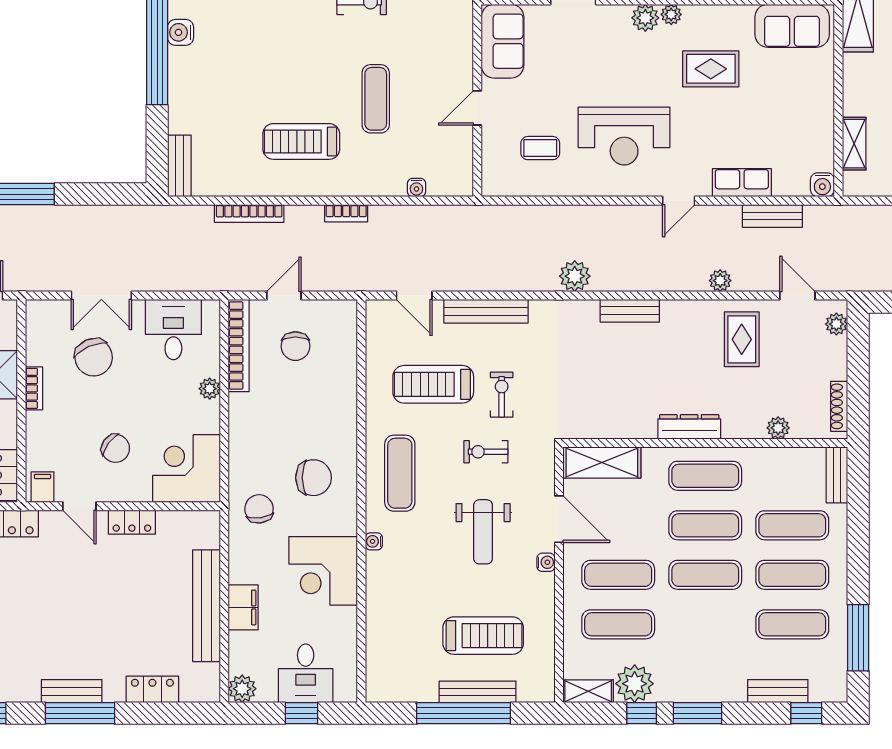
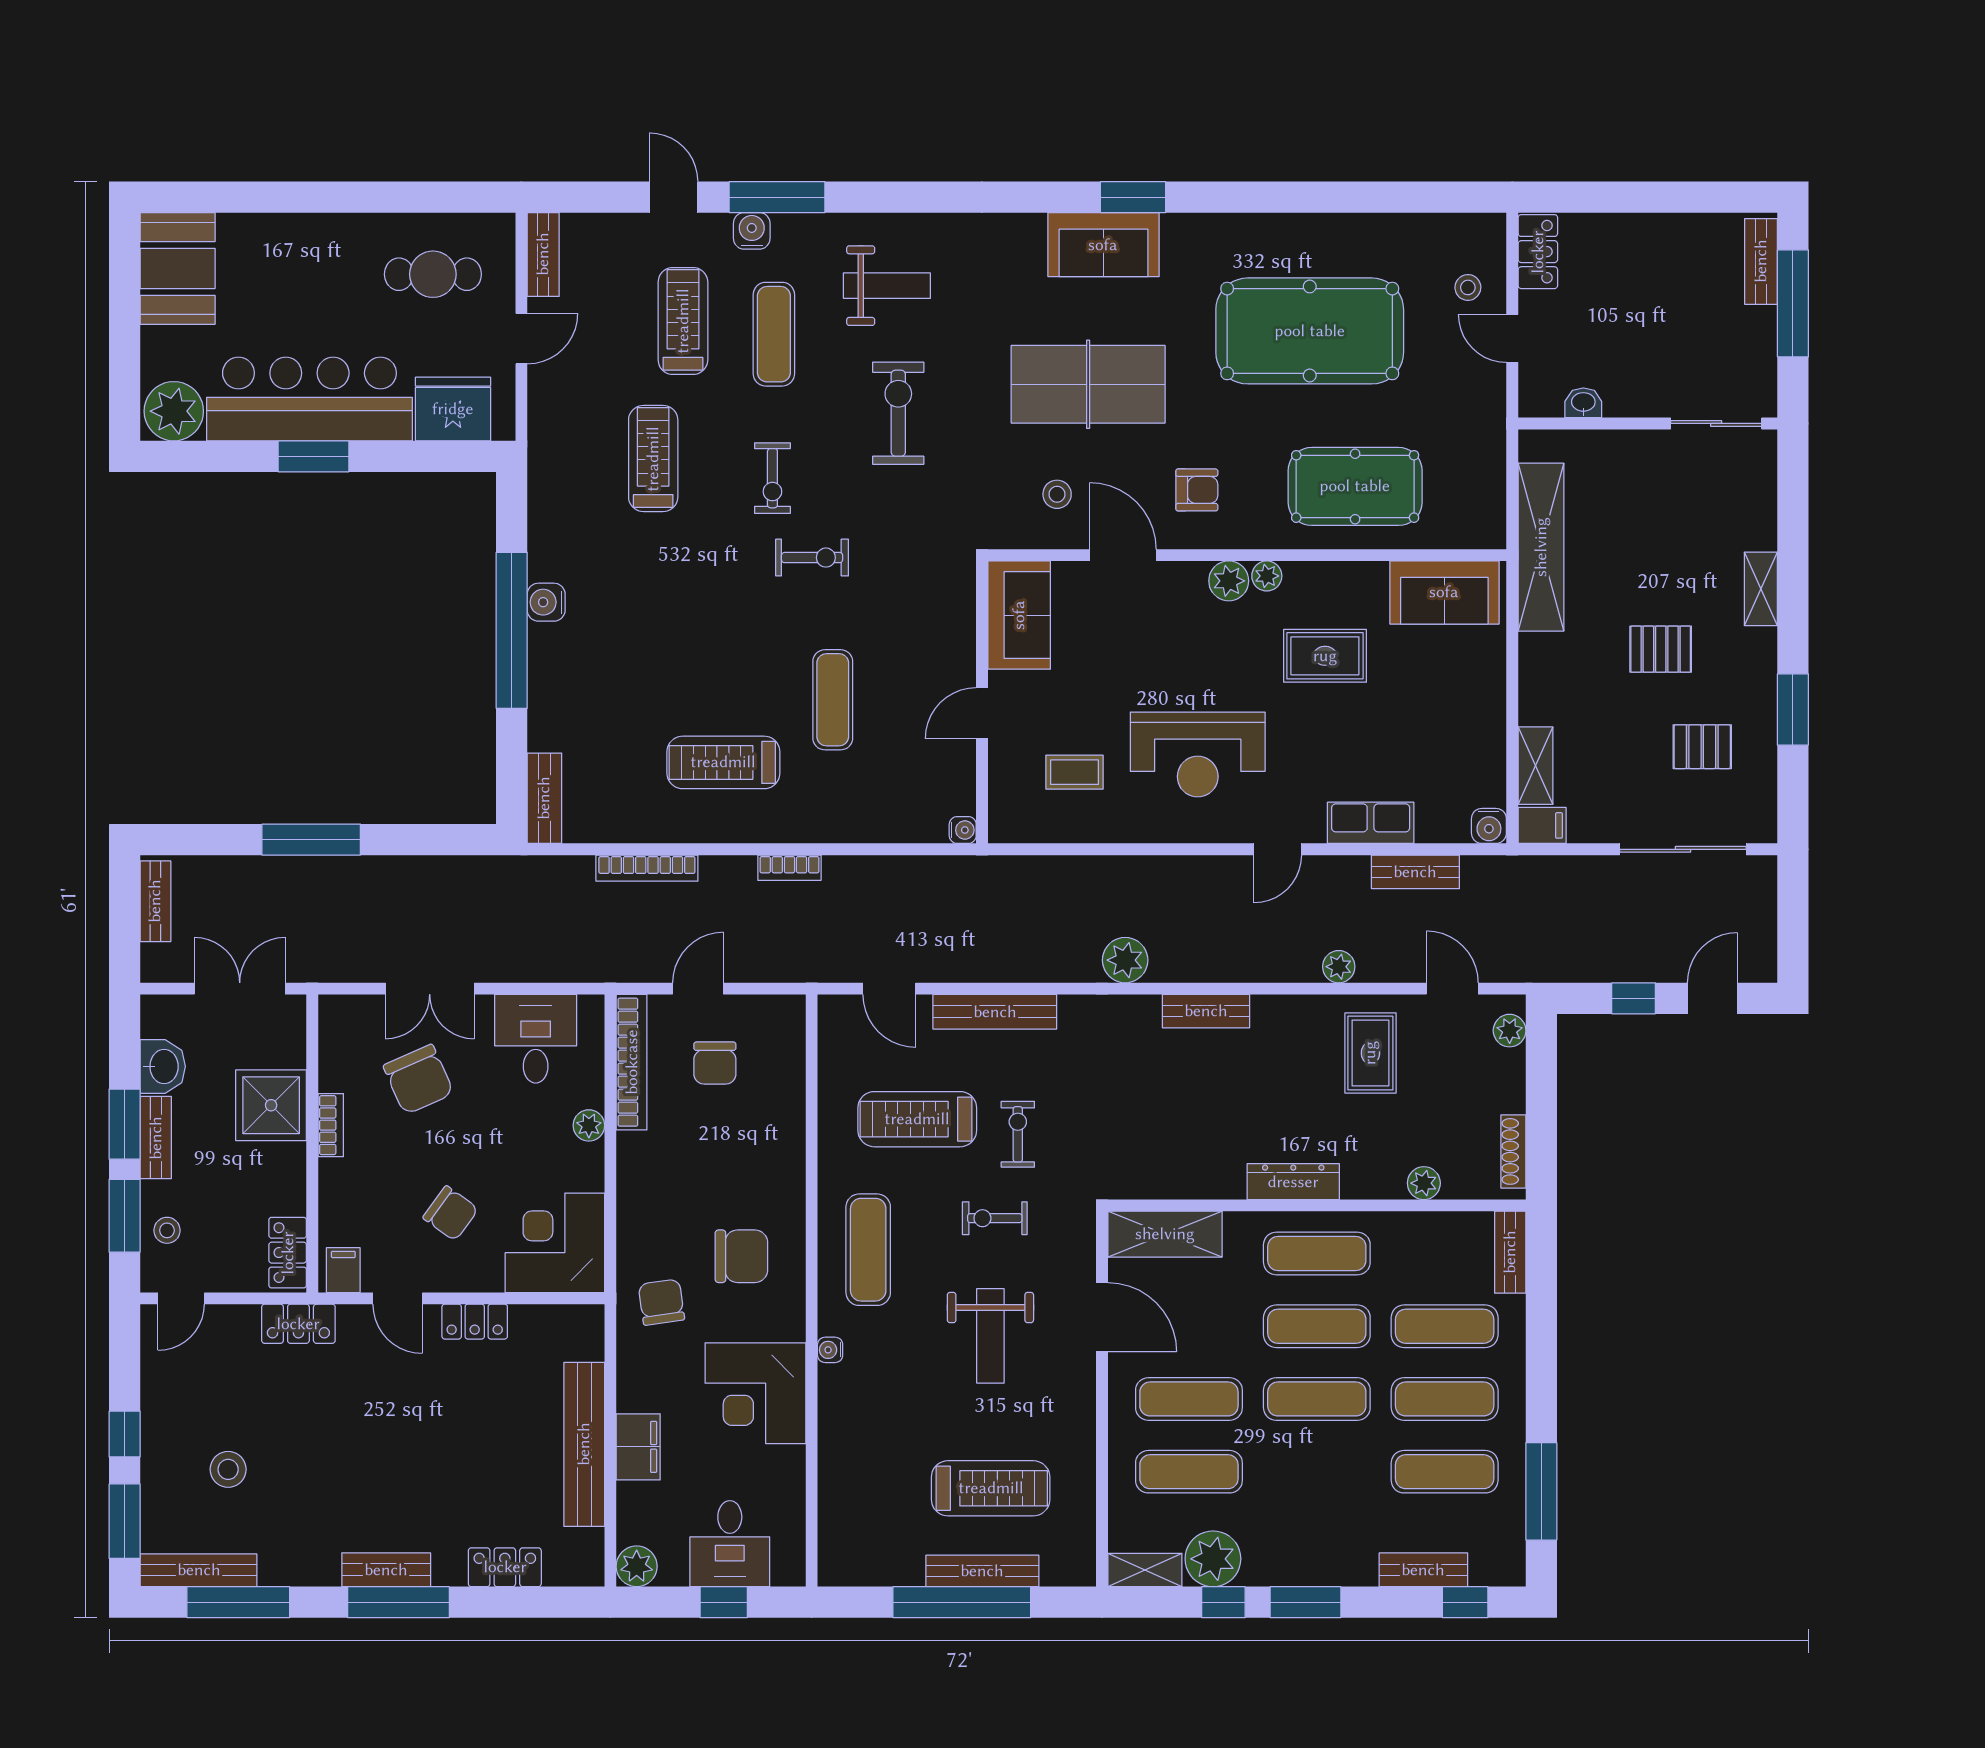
filing cabinet: (859, 184) -> (1542, 825), added
water cooler: (416, 187) -> (963, 830), moved, turned -90
water cooler: (546, 562) -> (1083, 1381), removed

